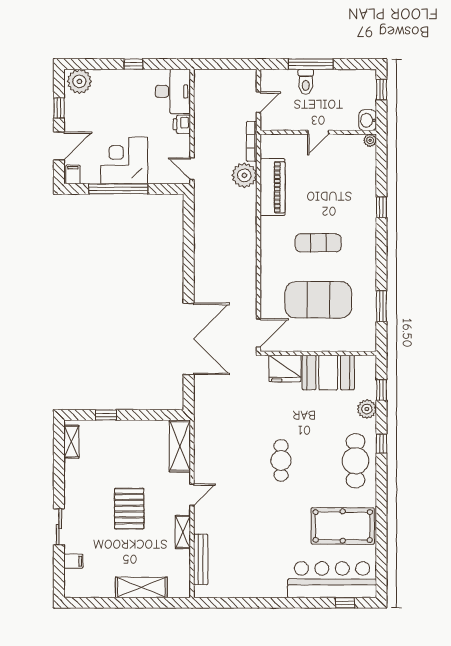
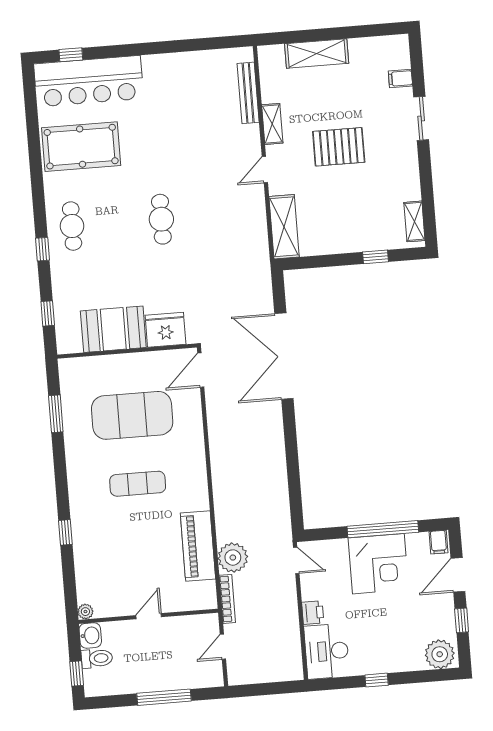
toilet: (306, 82) -> (97, 658), moved, turned 90
plant: (367, 409) -> (63, 289), removed
cafe table: (356, 461) -> (72, 226), width x0.73, depth x0.74
pallet: (129, 509) -> (339, 147), turned 90

